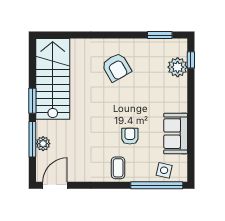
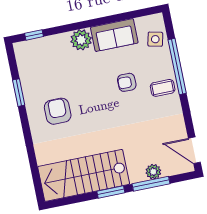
window: (160, 35) -> (19, 93), moved
armchair: (116, 67) -> (58, 111), turned -60
plant: (178, 67) -> (81, 40), moved
window: (157, 185) -> (177, 66), moved

